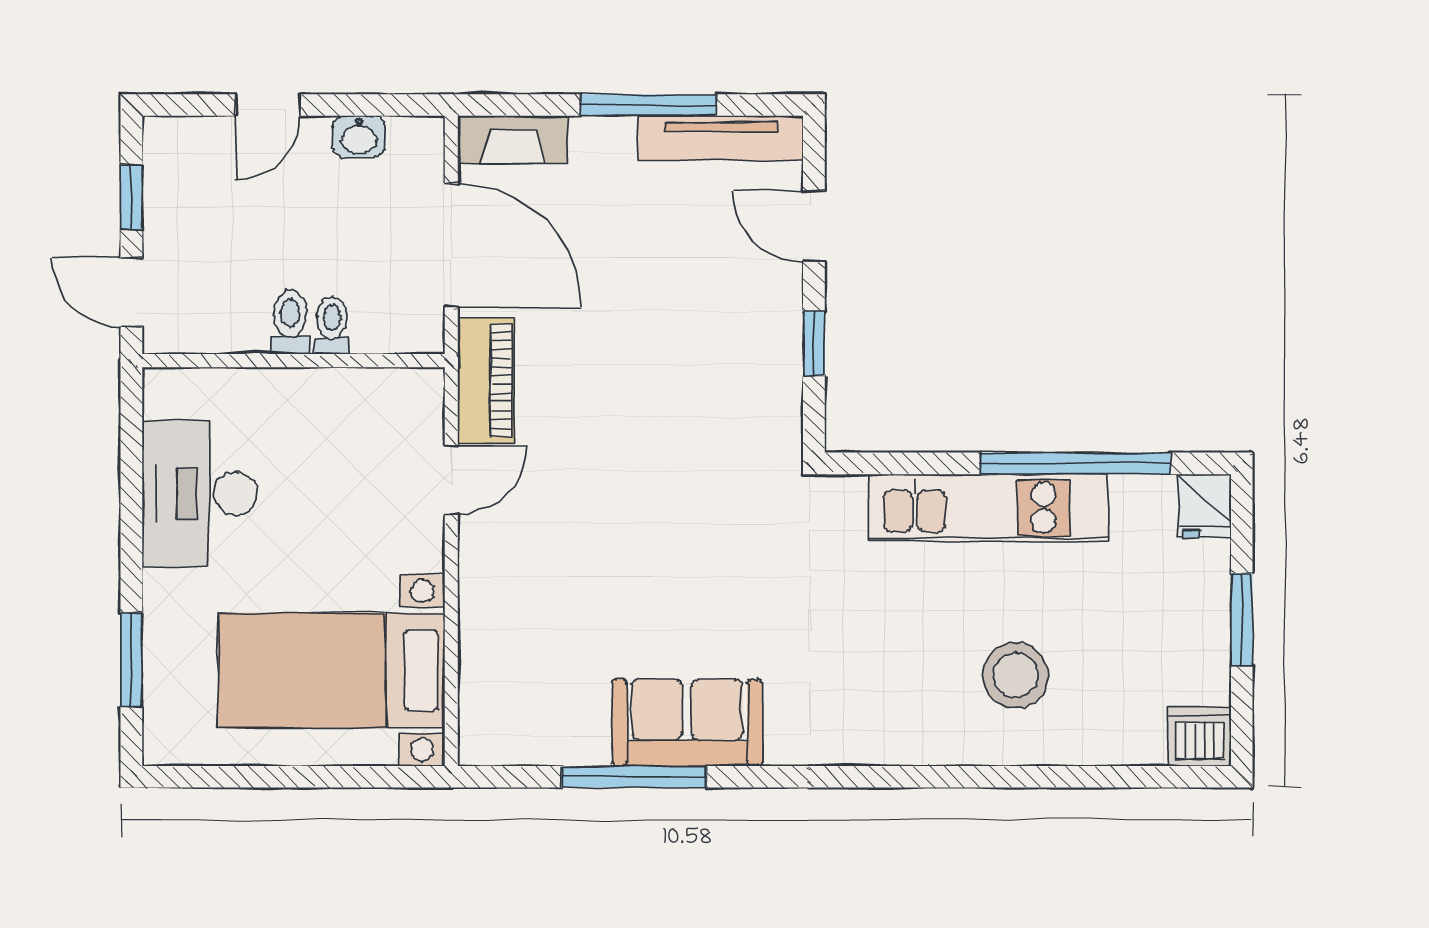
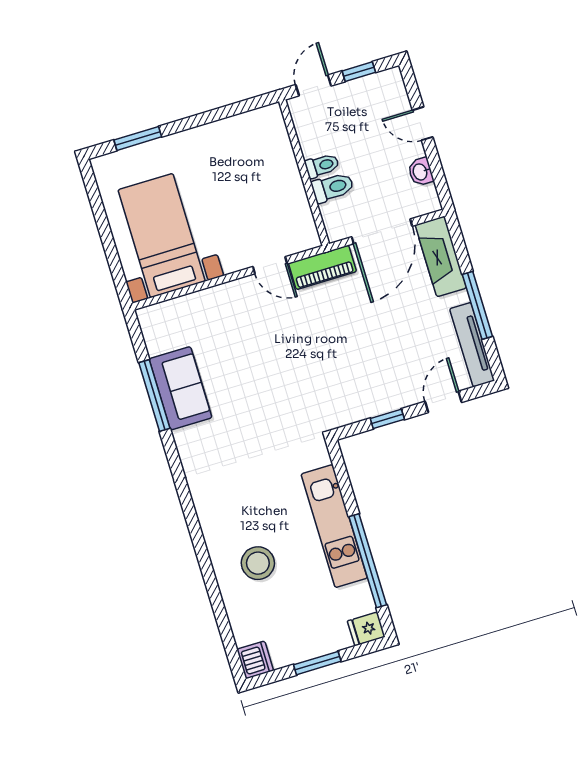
fireplace: (513, 139) -> (441, 256), width x1.37, depth x1.32
toilet: (332, 326) -> (333, 187), width x1.37, depth x1.39
desk: (200, 494) -> (227, 147), removed
sofa: (687, 723) -> (180, 388), moved

